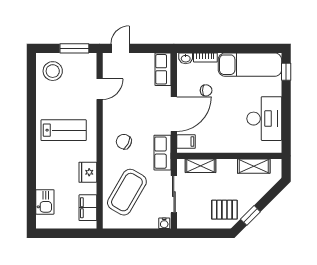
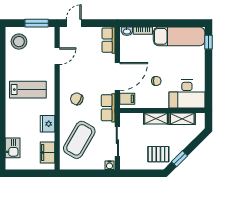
chair: (206, 90) -> (156, 81), moved
desk: (264, 119) -> (187, 94), moved, turned 90
shelving: (200, 166) -> (156, 118), moved

